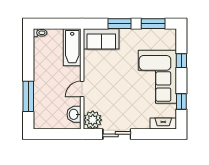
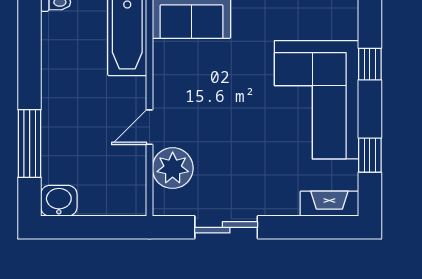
washbasin: (74, 114) -> (59, 201), moved, turned 90
plant: (93, 120) -> (173, 168), moved

